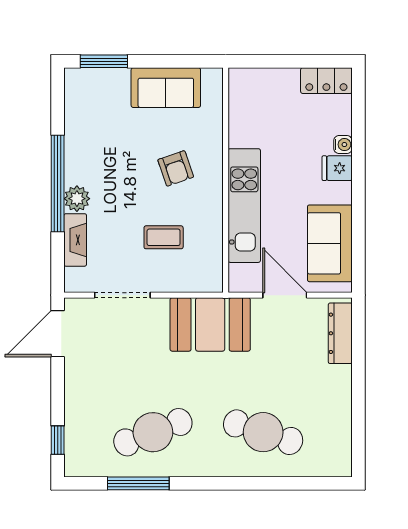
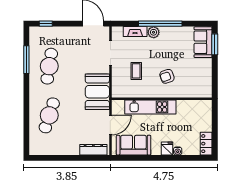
sofa: (166, 88) -> (203, 42), moved
cafe table: (153, 432) -> (49, 66), turned 30

